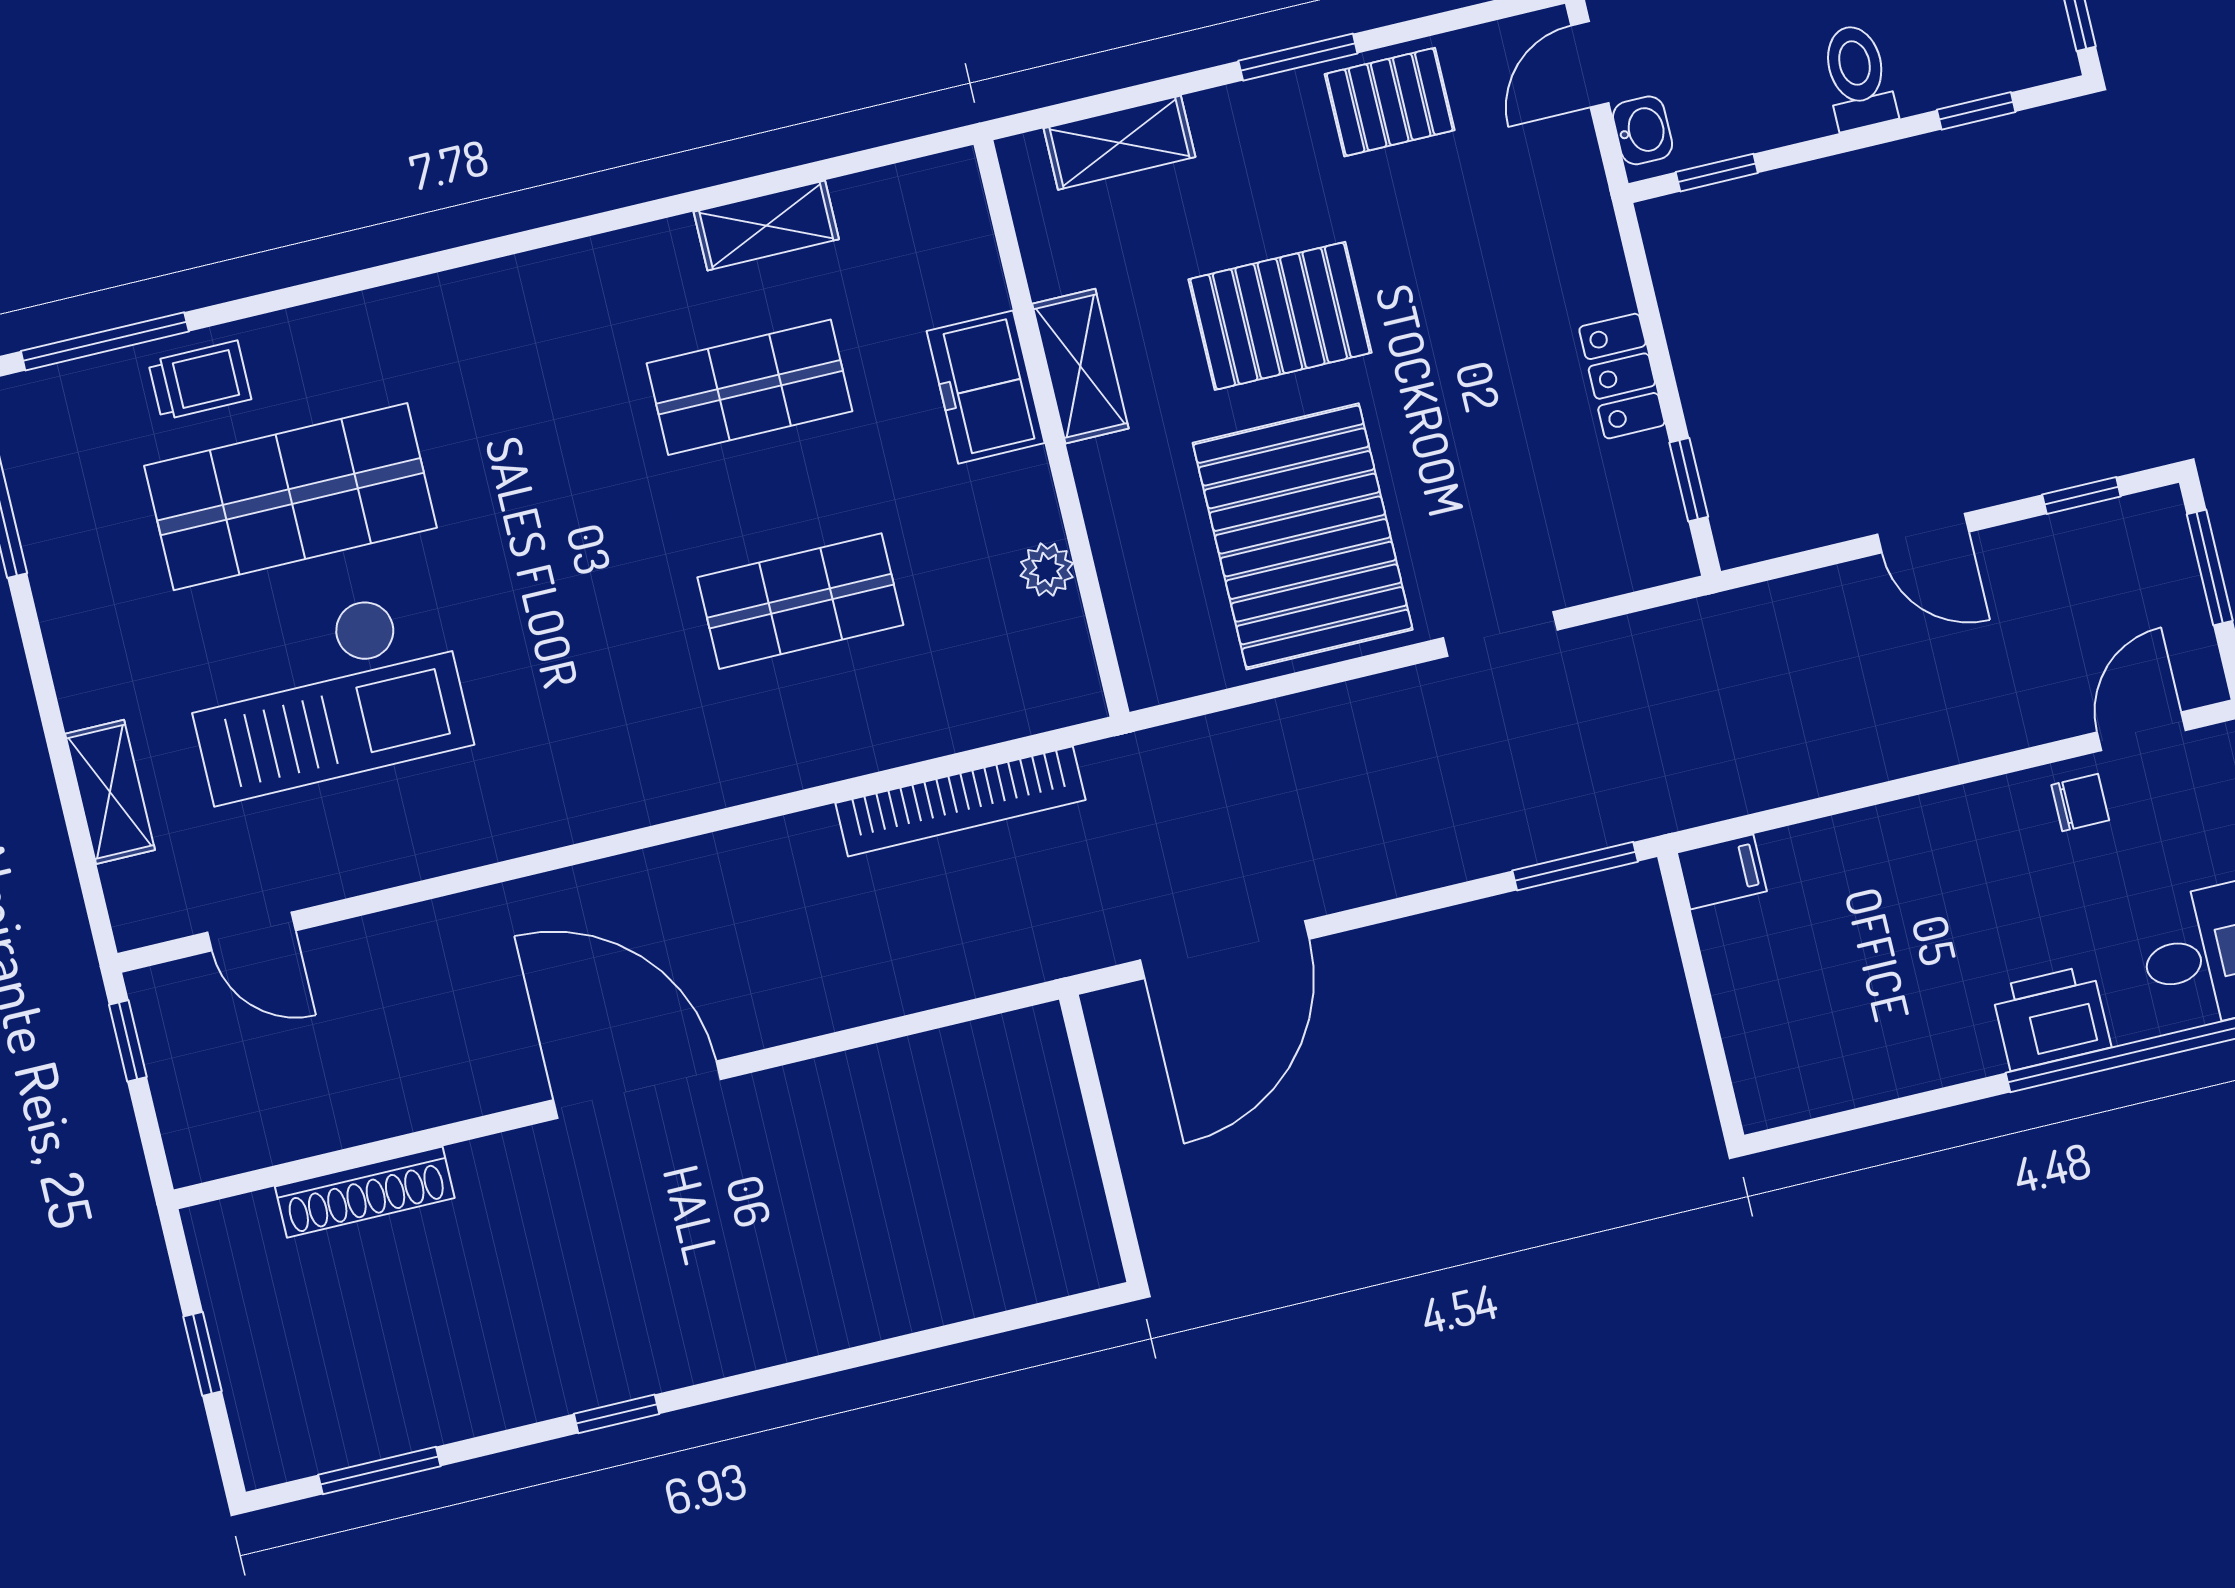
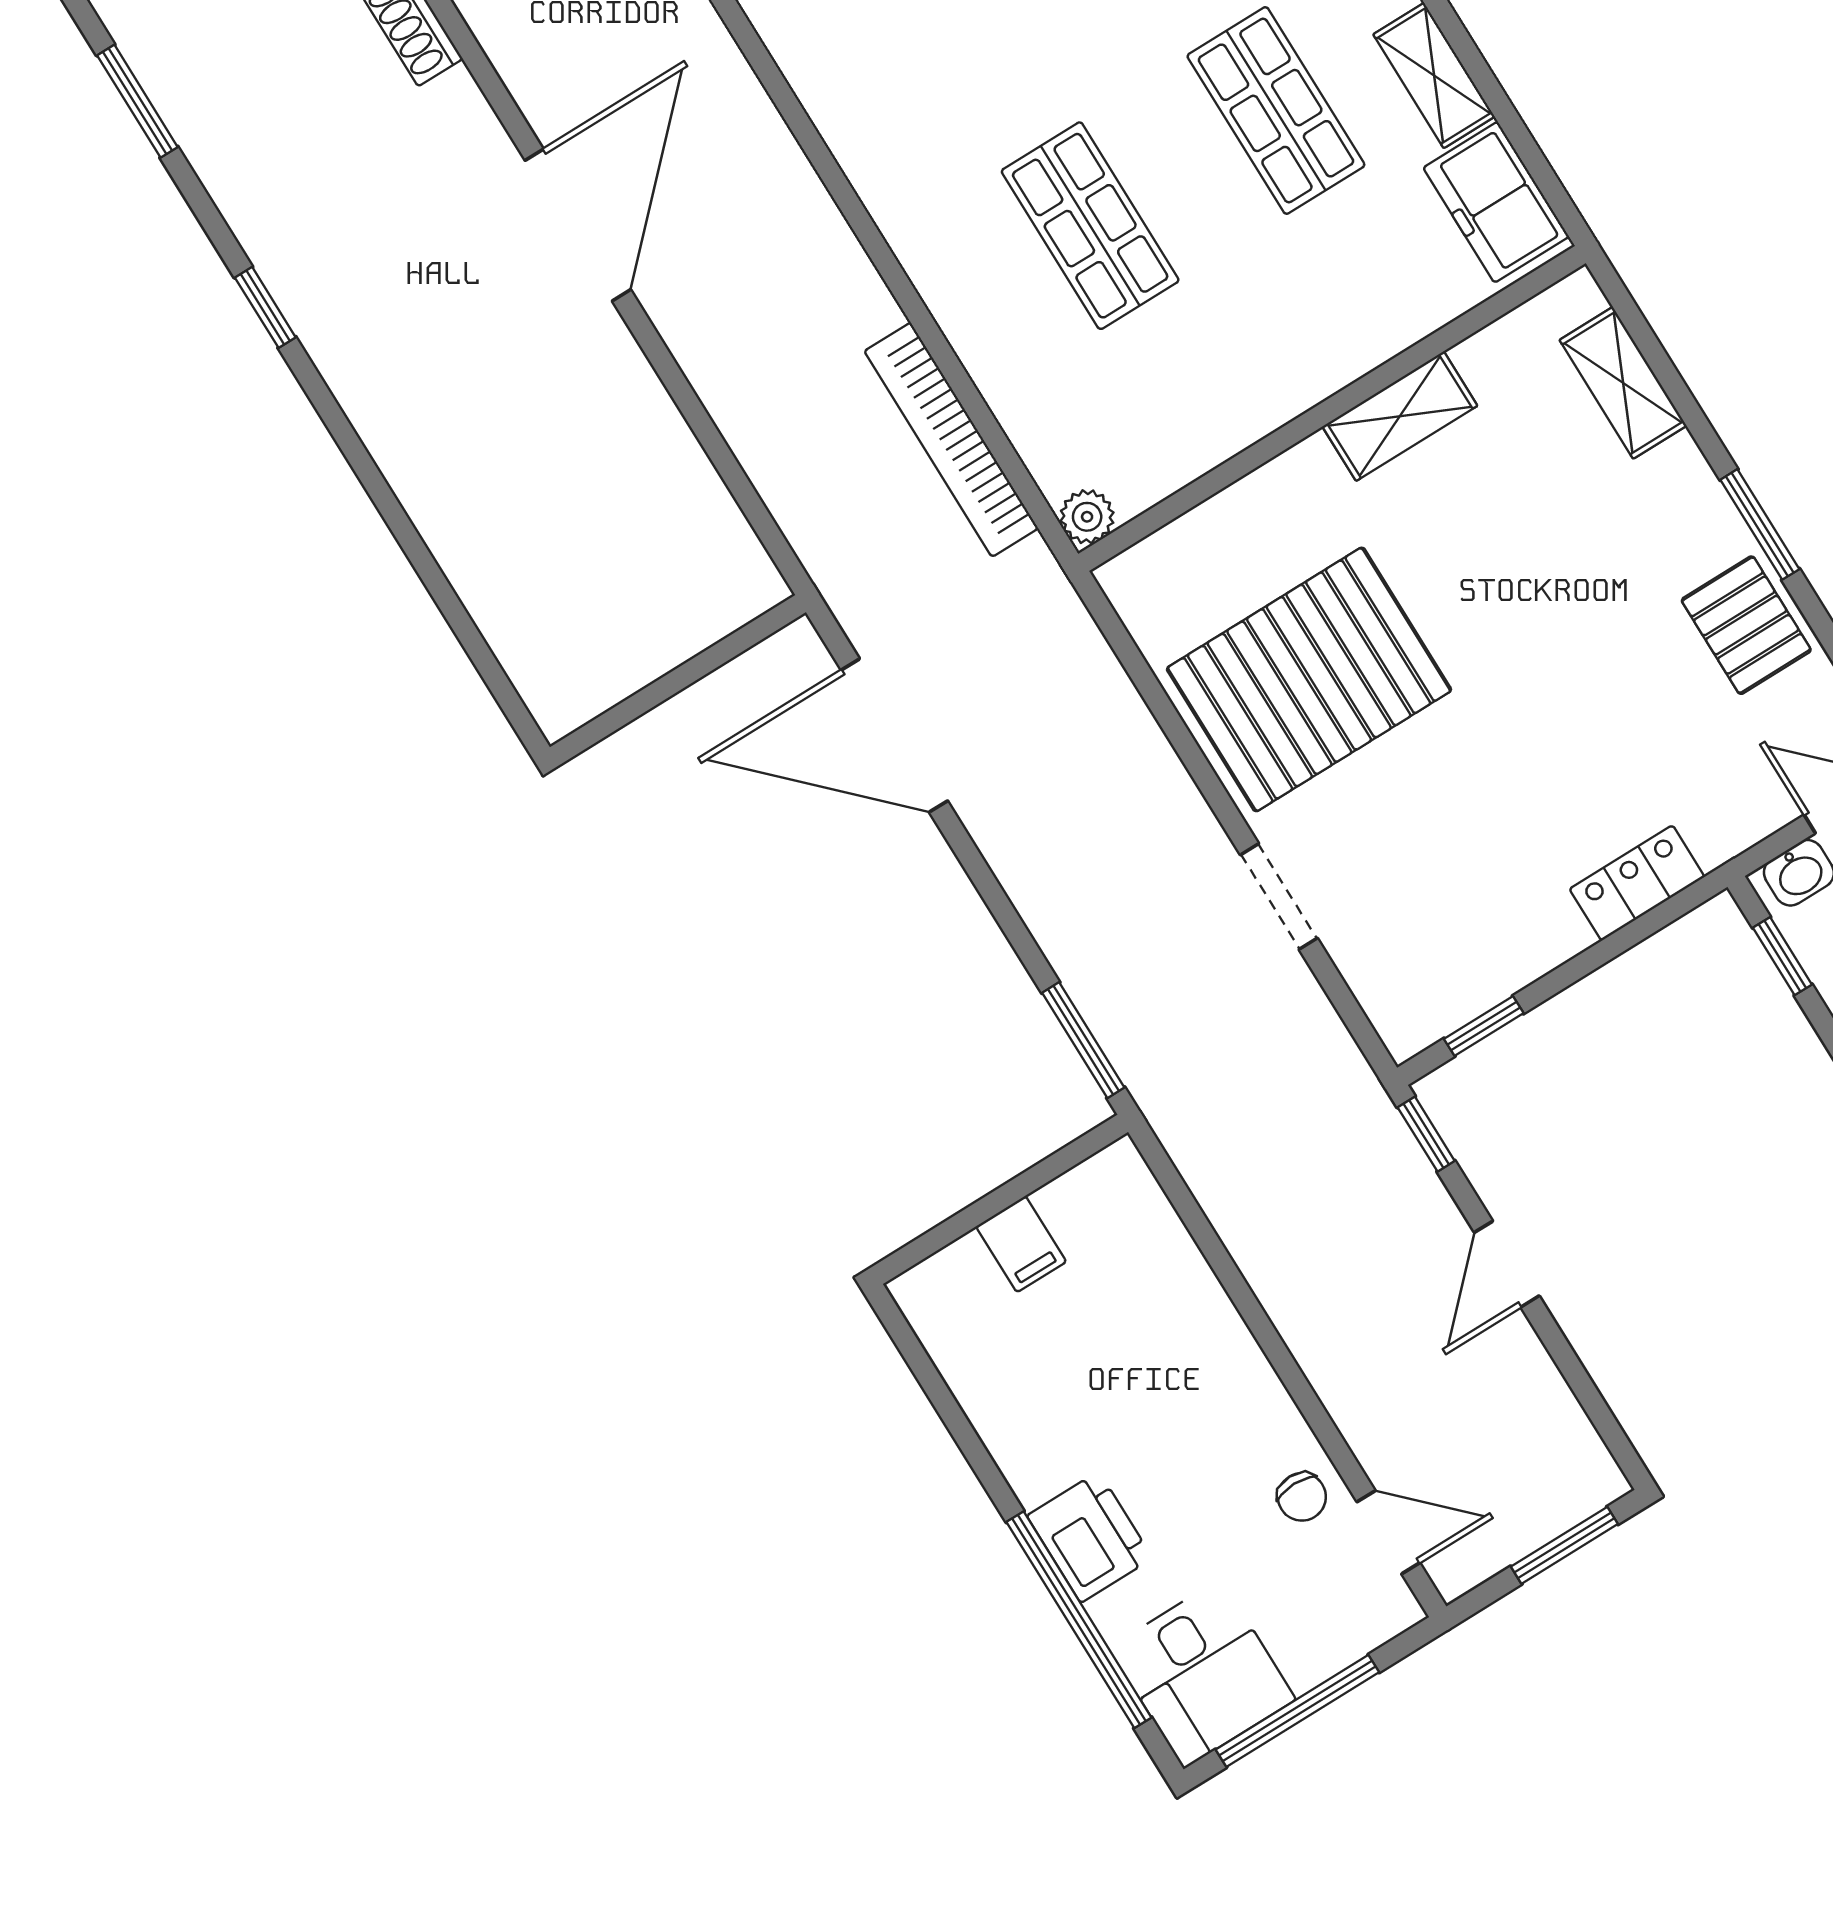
pallet: (1280, 316) -> (1510, 589), removed
locker: (1622, 376) -> (1637, 883), moved
freezer: (986, 387) -> (1496, 202), moved, turned -90
window: (2081, 495) -> (1426, 1134), moved
plant: (1047, 570) -> (1087, 517), moved
filing cabinet: (1722, 872) -> (1021, 1244), moved

